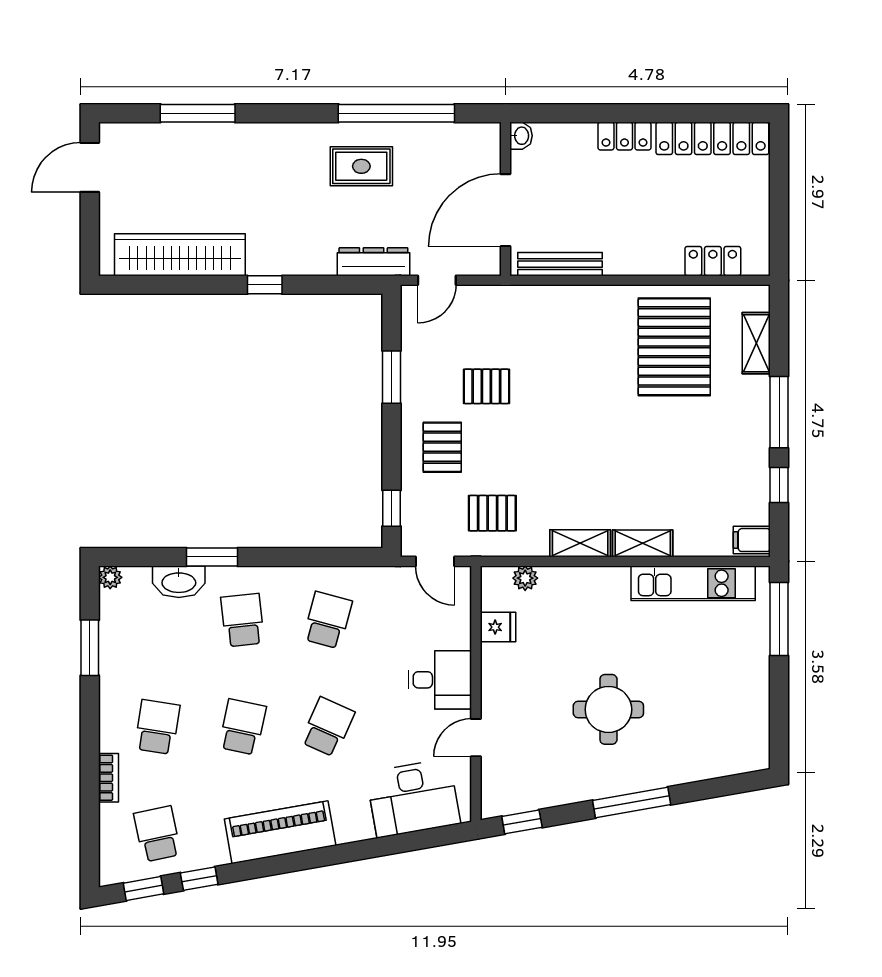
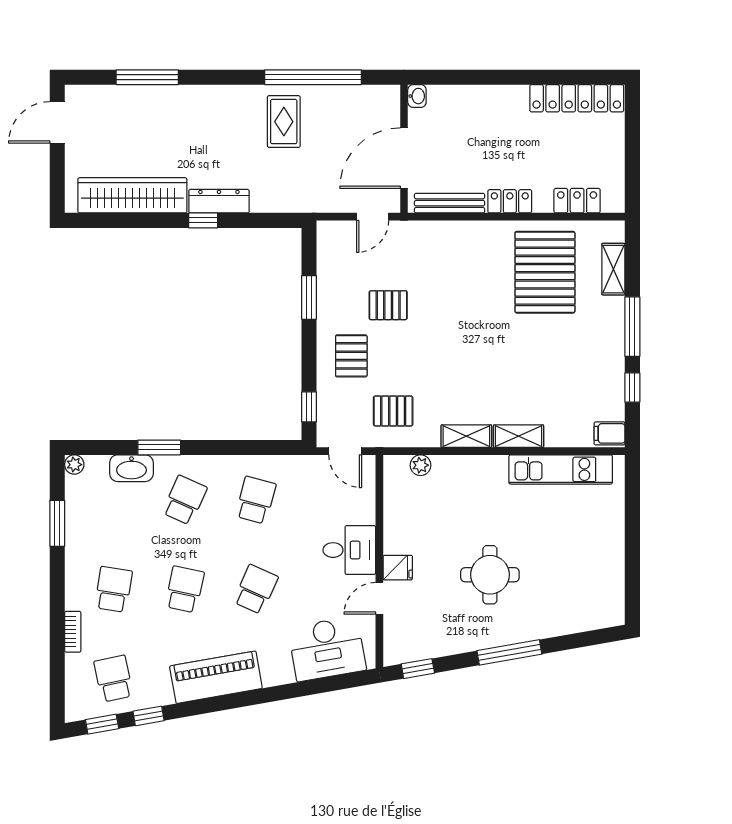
locker: (624, 136) -> (510, 201), moved, turned 180
rug: (361, 166) -> (284, 122), turned 90
dresser: (373, 262) -> (219, 201), moved
door: (437, 280) -> (373, 217), moved
window: (779, 619) -> (632, 499), removed
school desk: (242, 620) -> (185, 500), turned 30
fridge: (498, 627) -> (398, 568), moved

